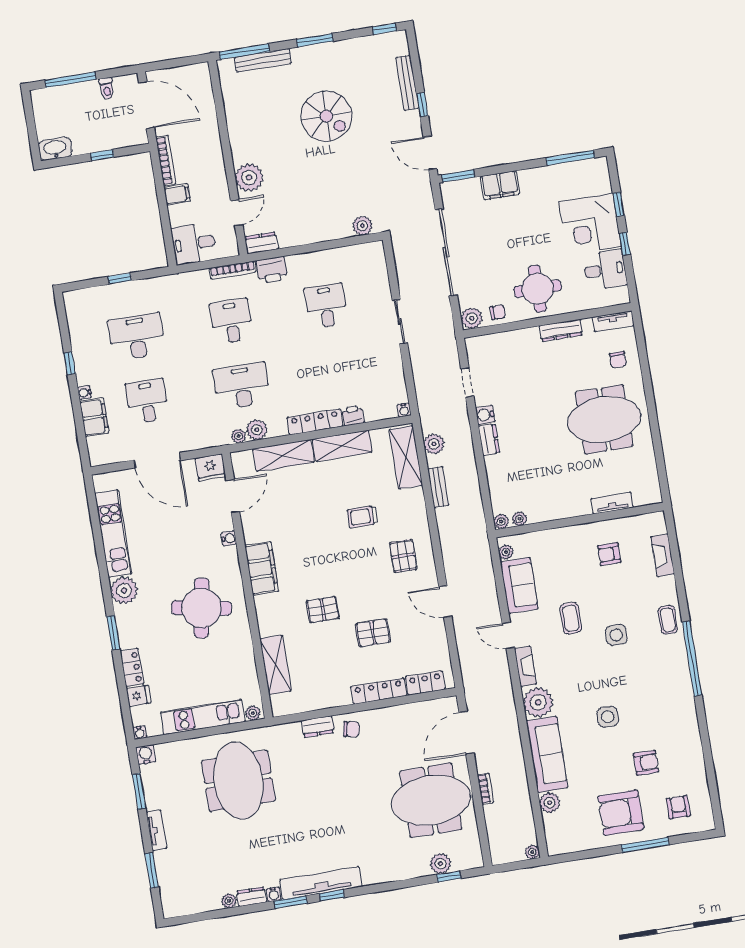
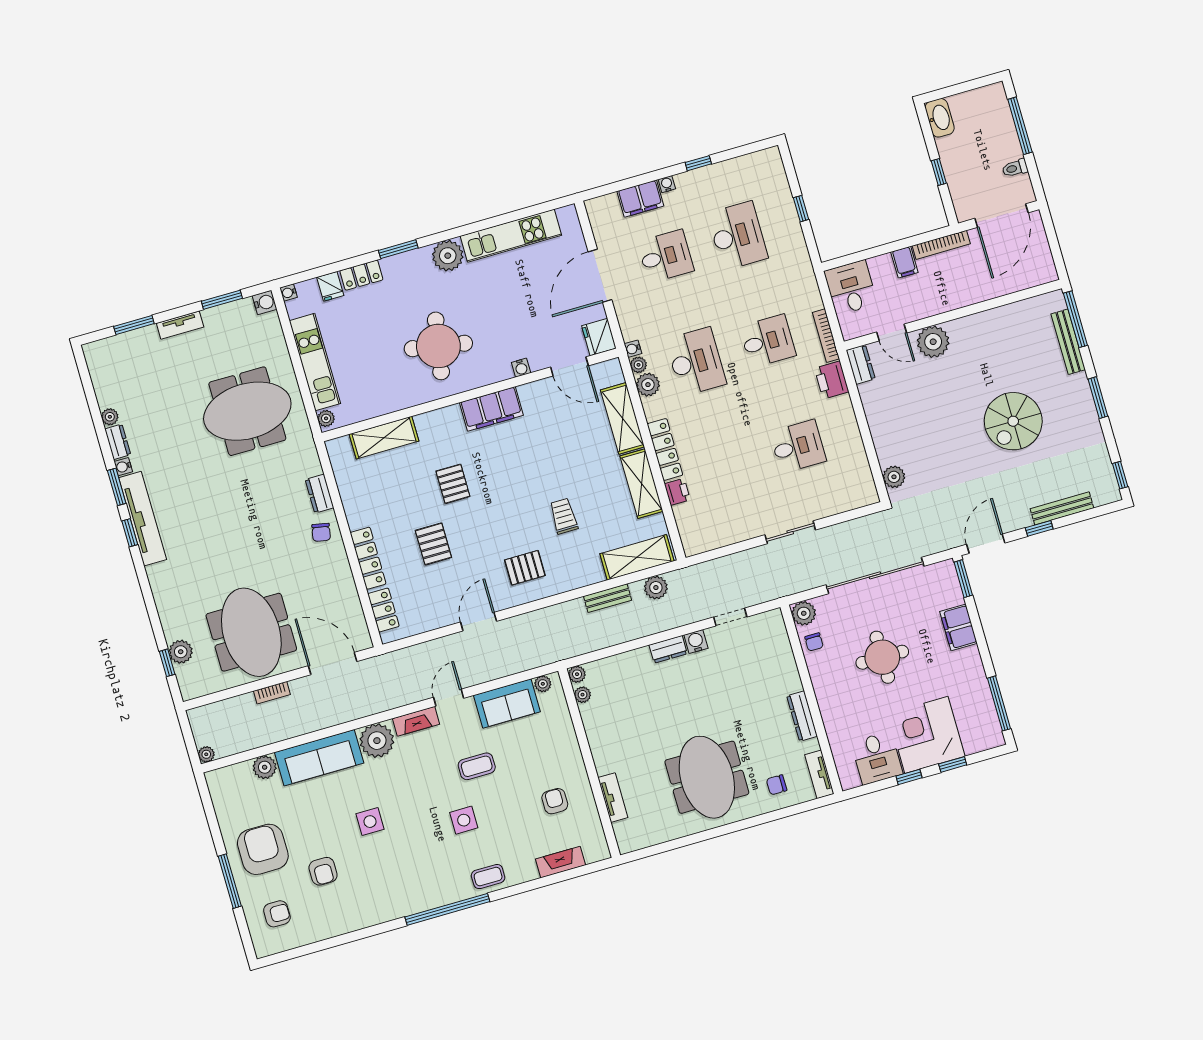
round table: (538, 289) -> (882, 657), moved
water cooler: (404, 410) -> (633, 349), moved

